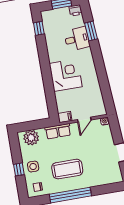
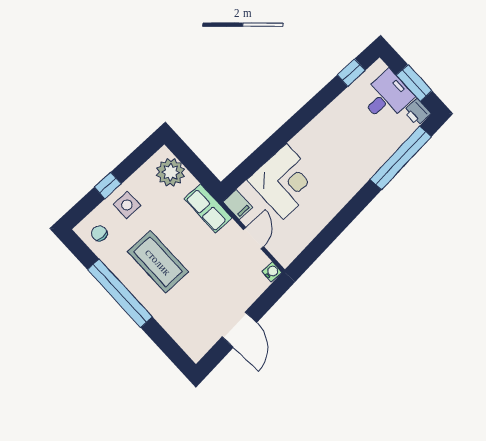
window: (91, 31) -> (401, 158), width x2.11
desk: (77, 39) -> (387, 97), moved, turned -86
corner desk: (66, 75) -> (285, 181), moved
door: (84, 120) -> (253, 238), swing flipped

